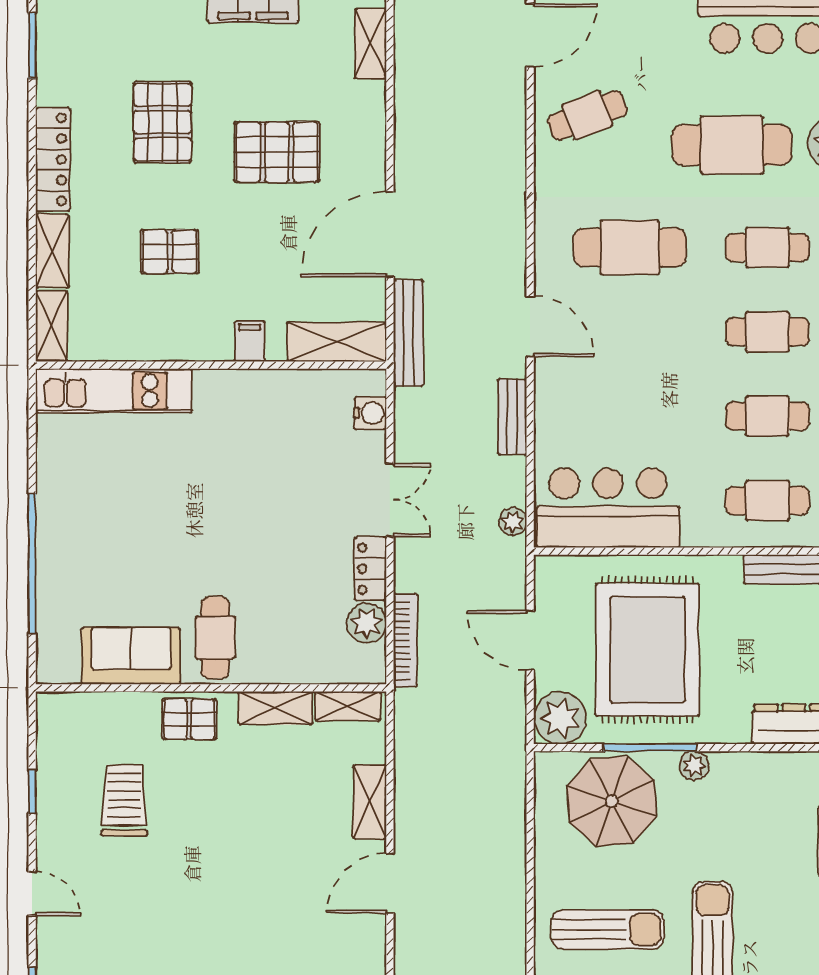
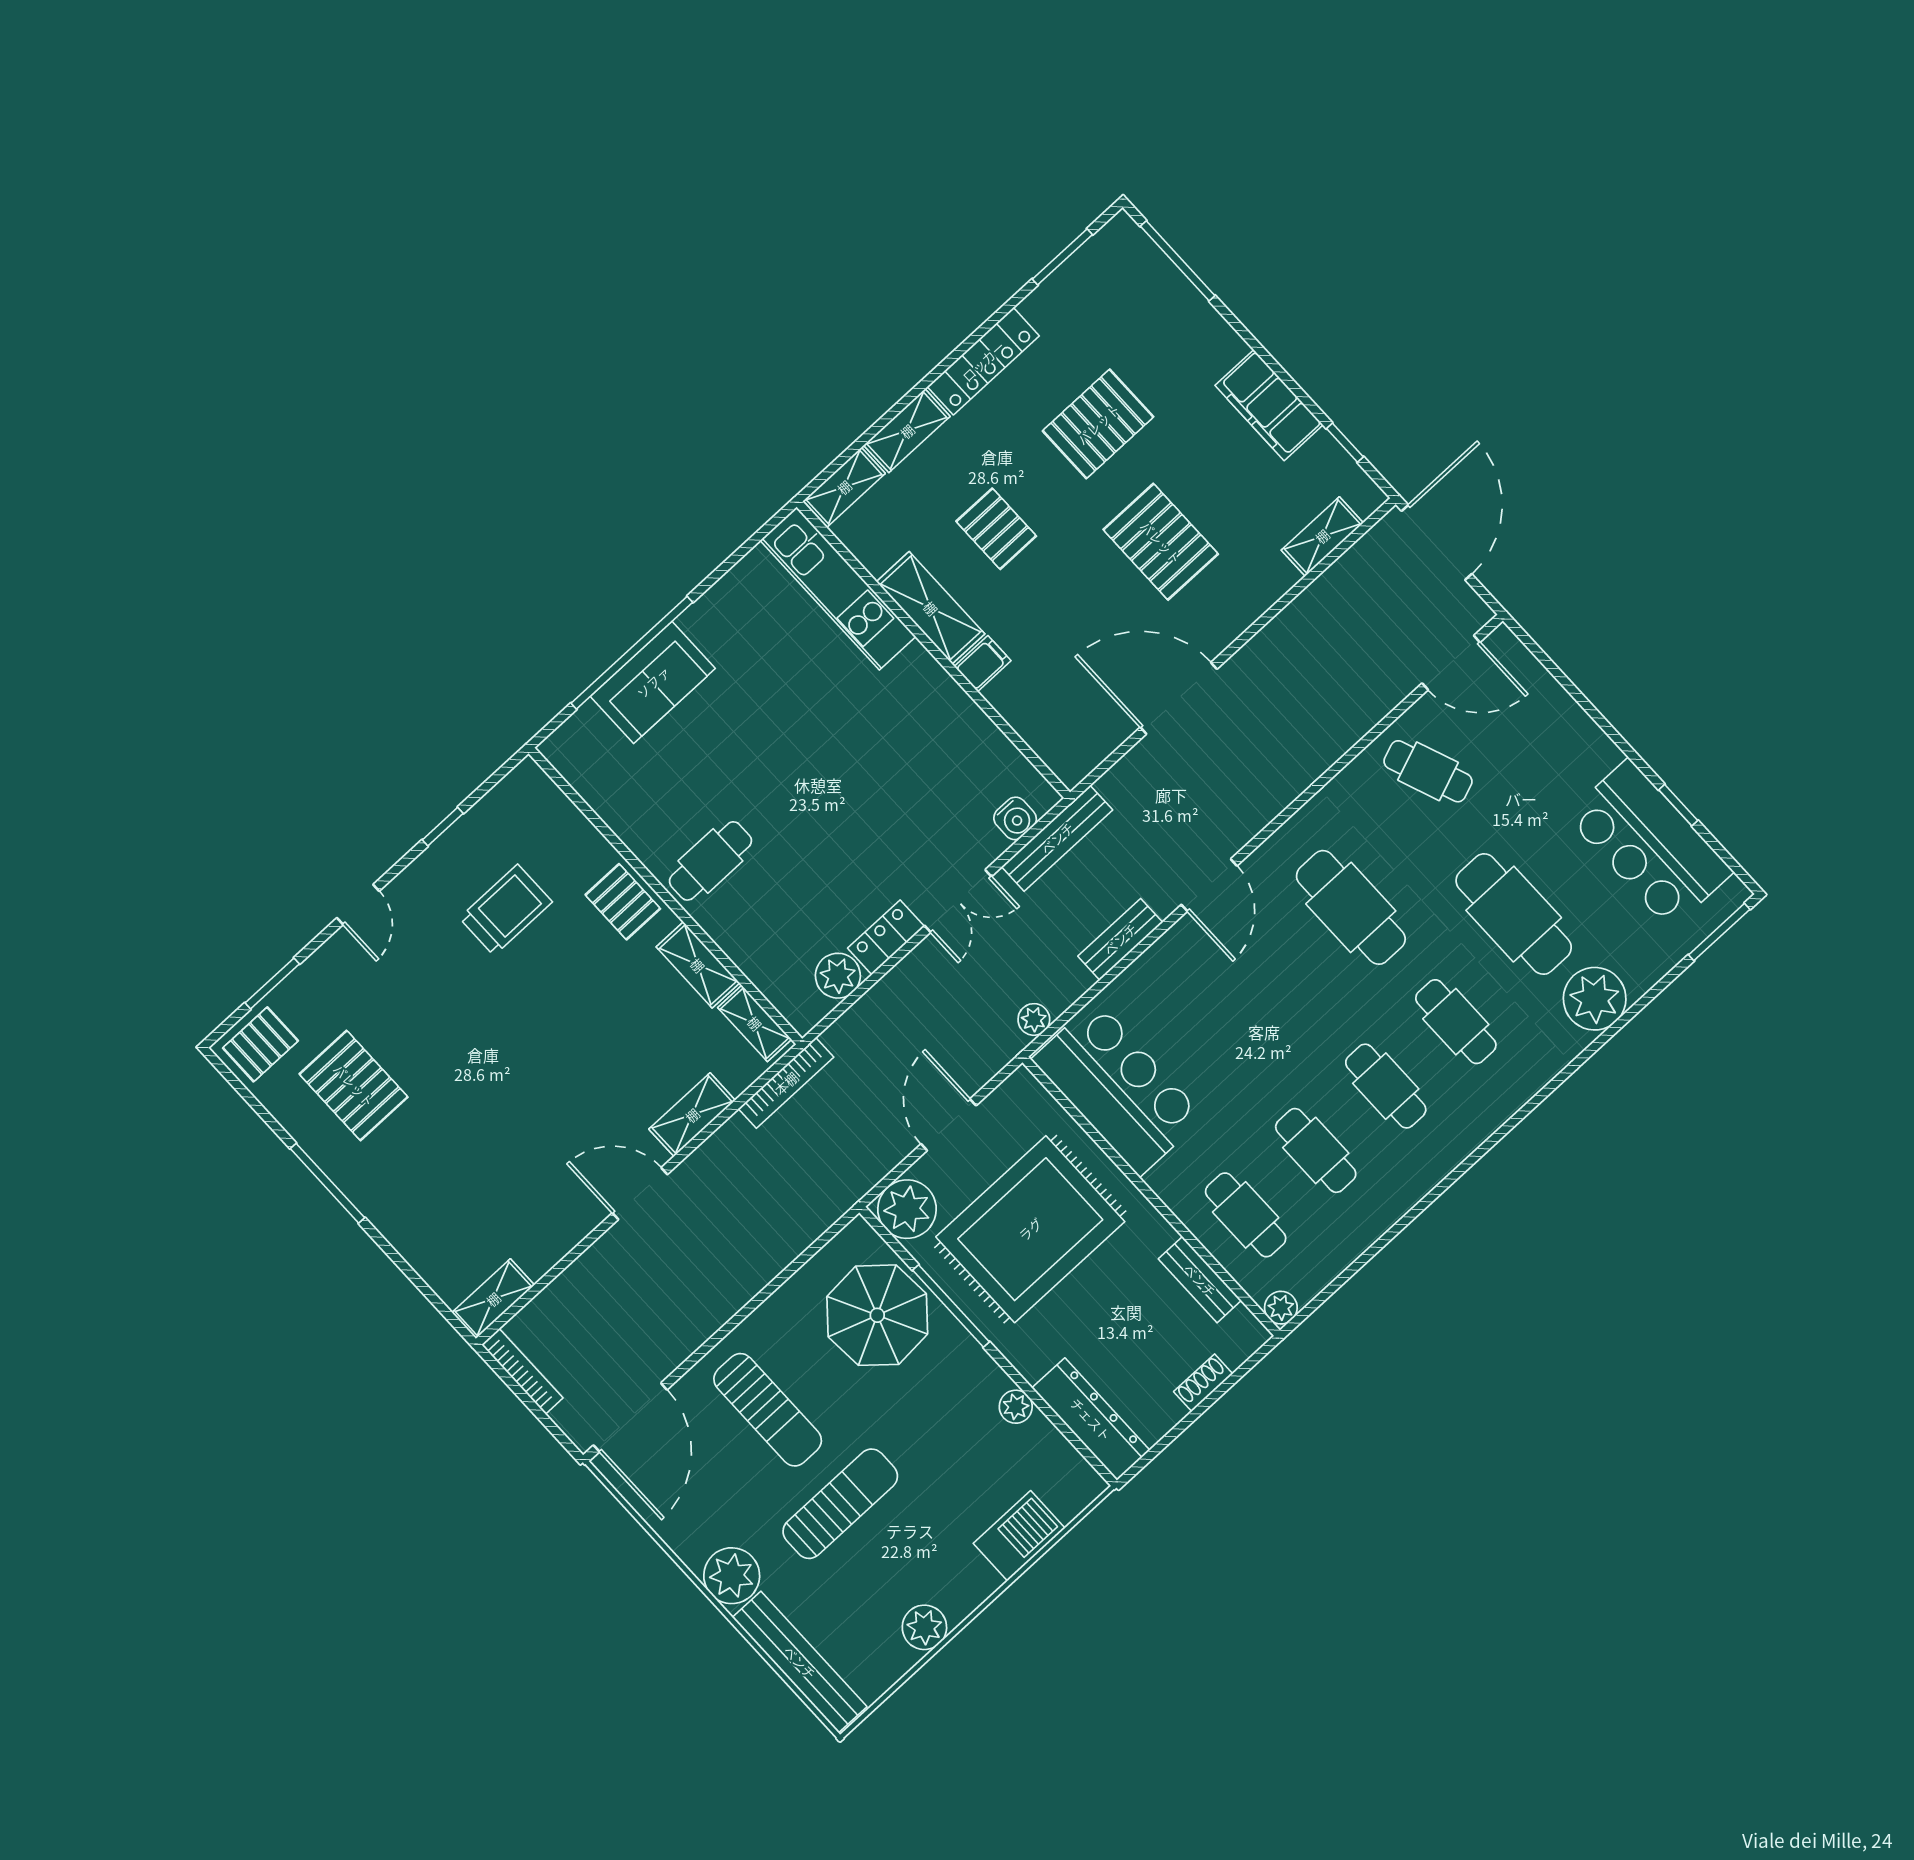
bench: (408, 333) -> (1057, 838), moved
shelving: (337, 342) -> (931, 608), moved
bookcase: (405, 640) -> (786, 1083), moved
sofa: (131, 656) -> (653, 682), moved, turned 90
plant: (694, 766) -> (1016, 1407), moved

